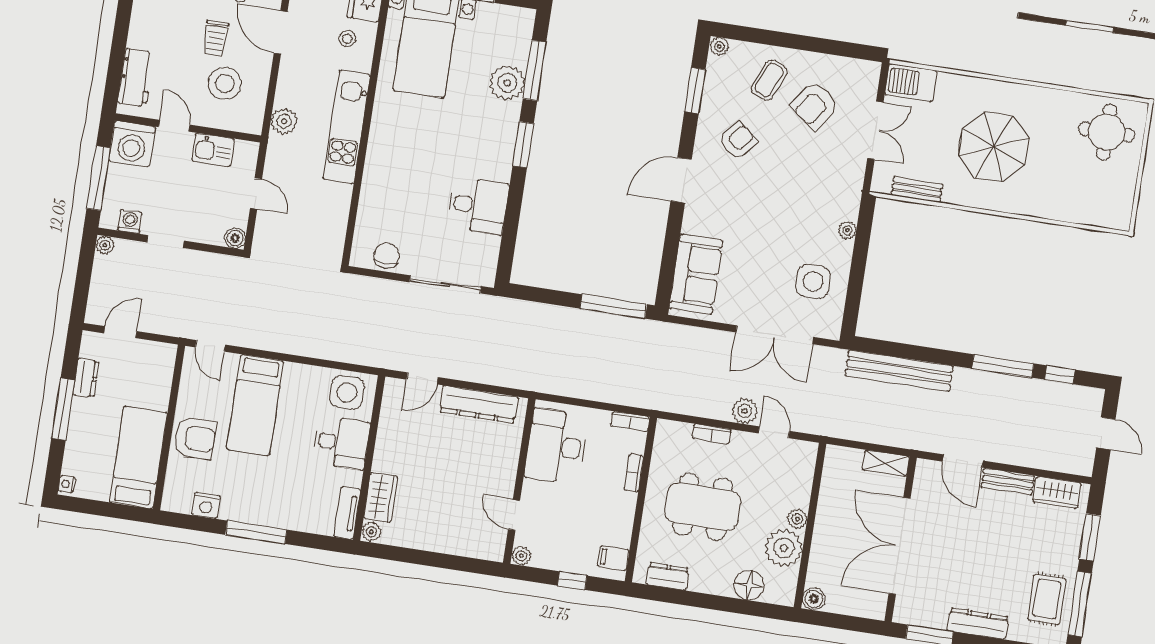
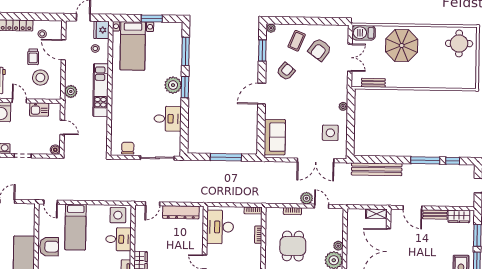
plant: (507, 83) -> (173, 85), moved
parasol: (994, 147) -> (402, 46), moved
window: (613, 306) -> (226, 157), moved
dining table: (703, 507) -> (293, 246), width x0.73

